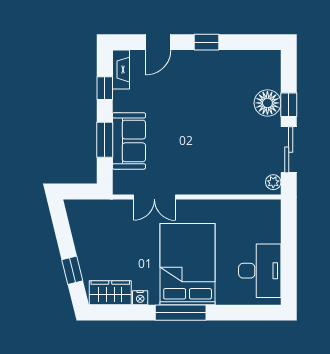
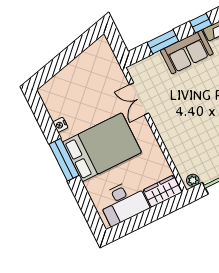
sofa: (129, 141) -> (187, 52), moved
window: (72, 270) -> (56, 65), removed
wardrobe: (110, 293) -> (162, 191), moved, turned -90

